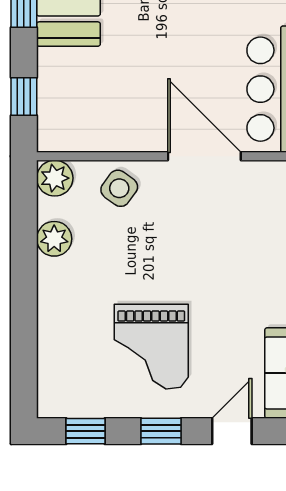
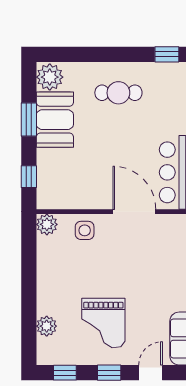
side table: (119, 188) -> (85, 230), turned -36
plant: (54, 239) -> (47, 326), moved

